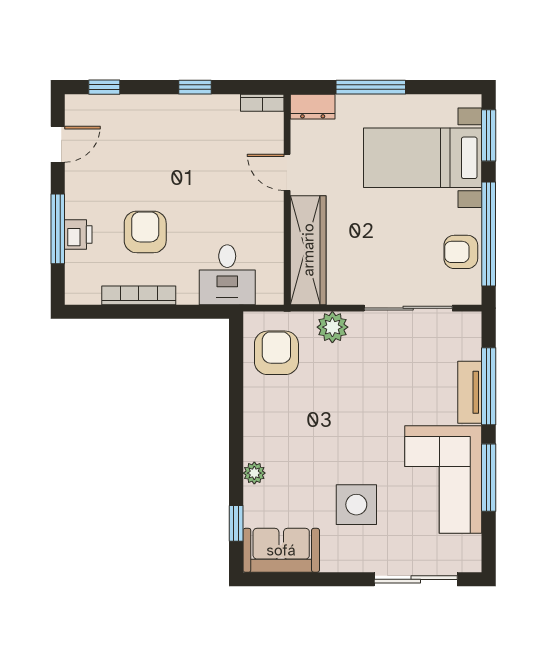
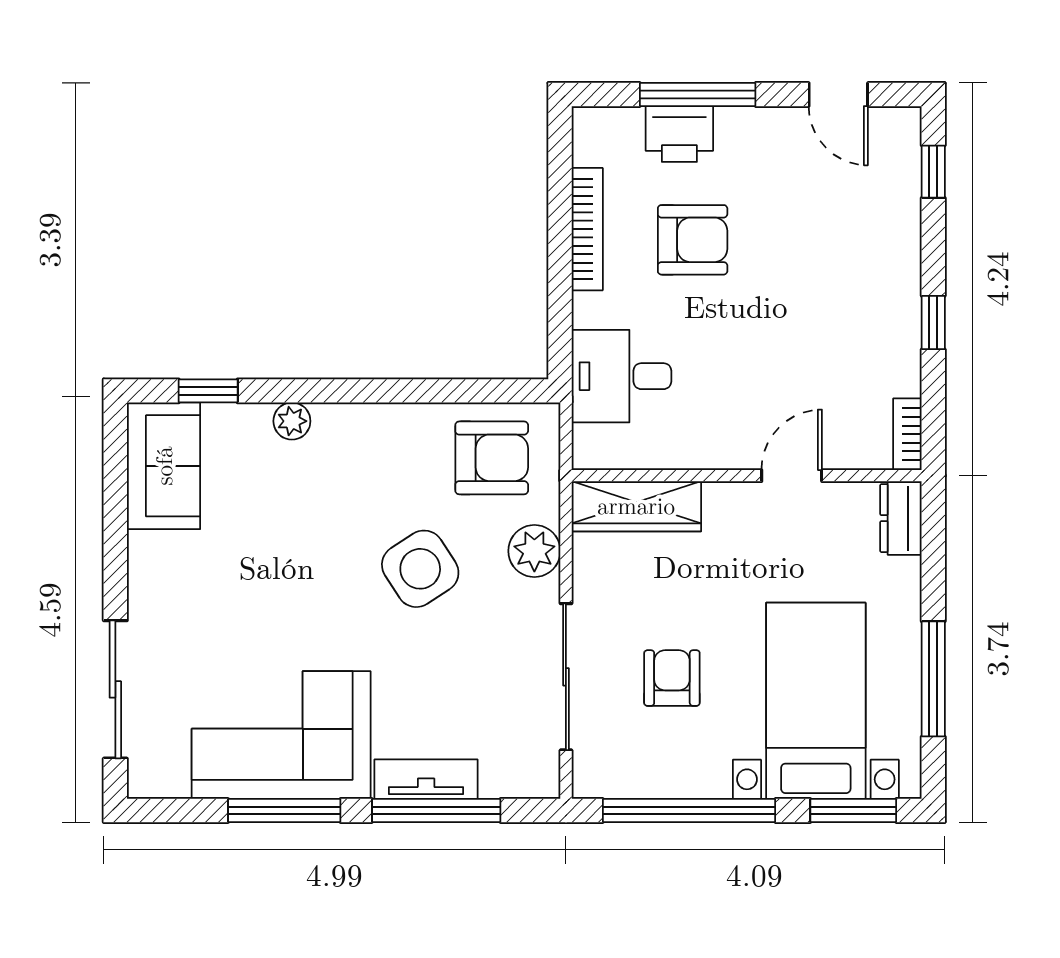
window: (371, 87) -> (933, 679), moved
printer: (78, 234) -> (679, 134), width x1.36, depth x1.24
wardrobe: (308, 250) -> (636, 506), width x0.71, depth x0.85
armchair: (461, 252) -> (672, 678), moved
side table: (356, 505) -> (420, 569), moved, turned -33

